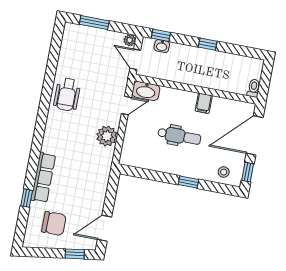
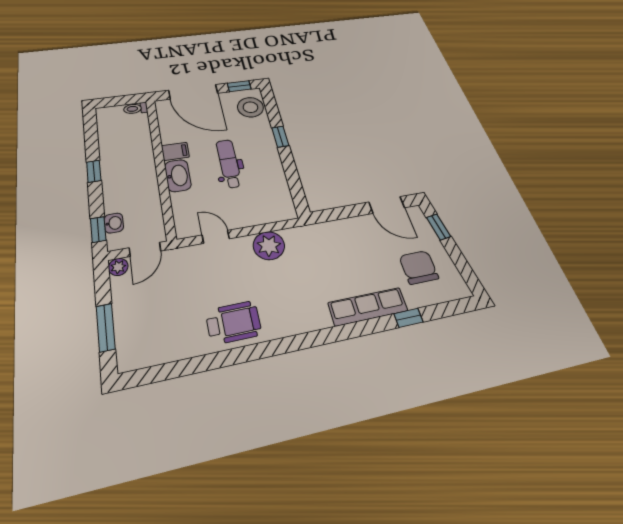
washbasin: (146, 91) -> (178, 176), moved
stool: (224, 172) -> (250, 107), width x1.89, depth x1.89

